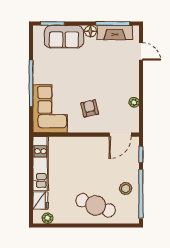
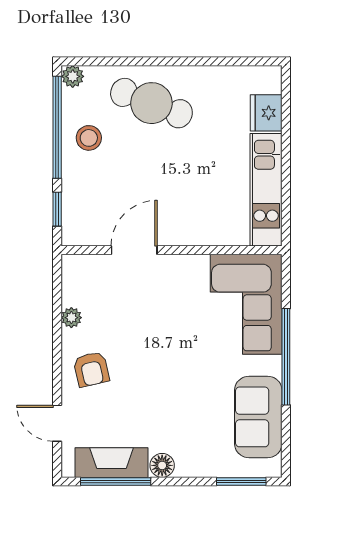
sofa: (64, 37) -> (258, 417), moved, turned -90
armchair: (90, 108) -> (91, 369), moved
door: (120, 135) -> (134, 250), moved
plant: (47, 218) -> (73, 76), moved

